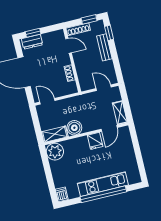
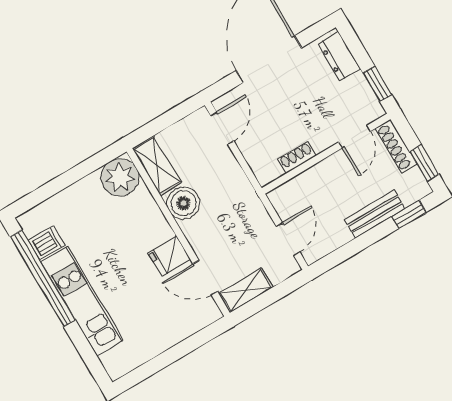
window: (33, 33) -> (377, 84), moved
dishwasher: (62, 194) -> (46, 243), moved
window: (103, 194) -> (43, 278), moved

